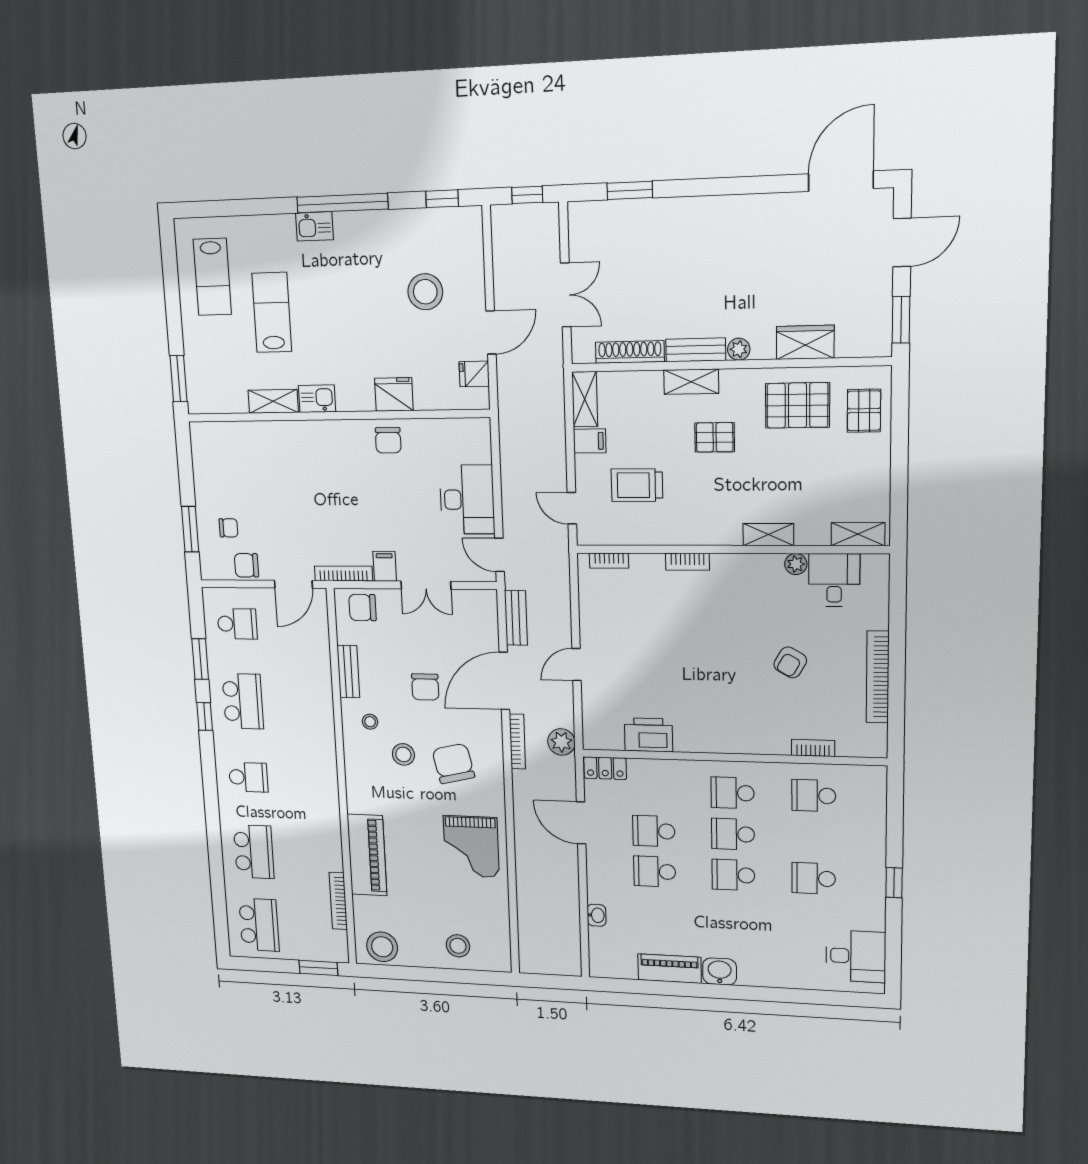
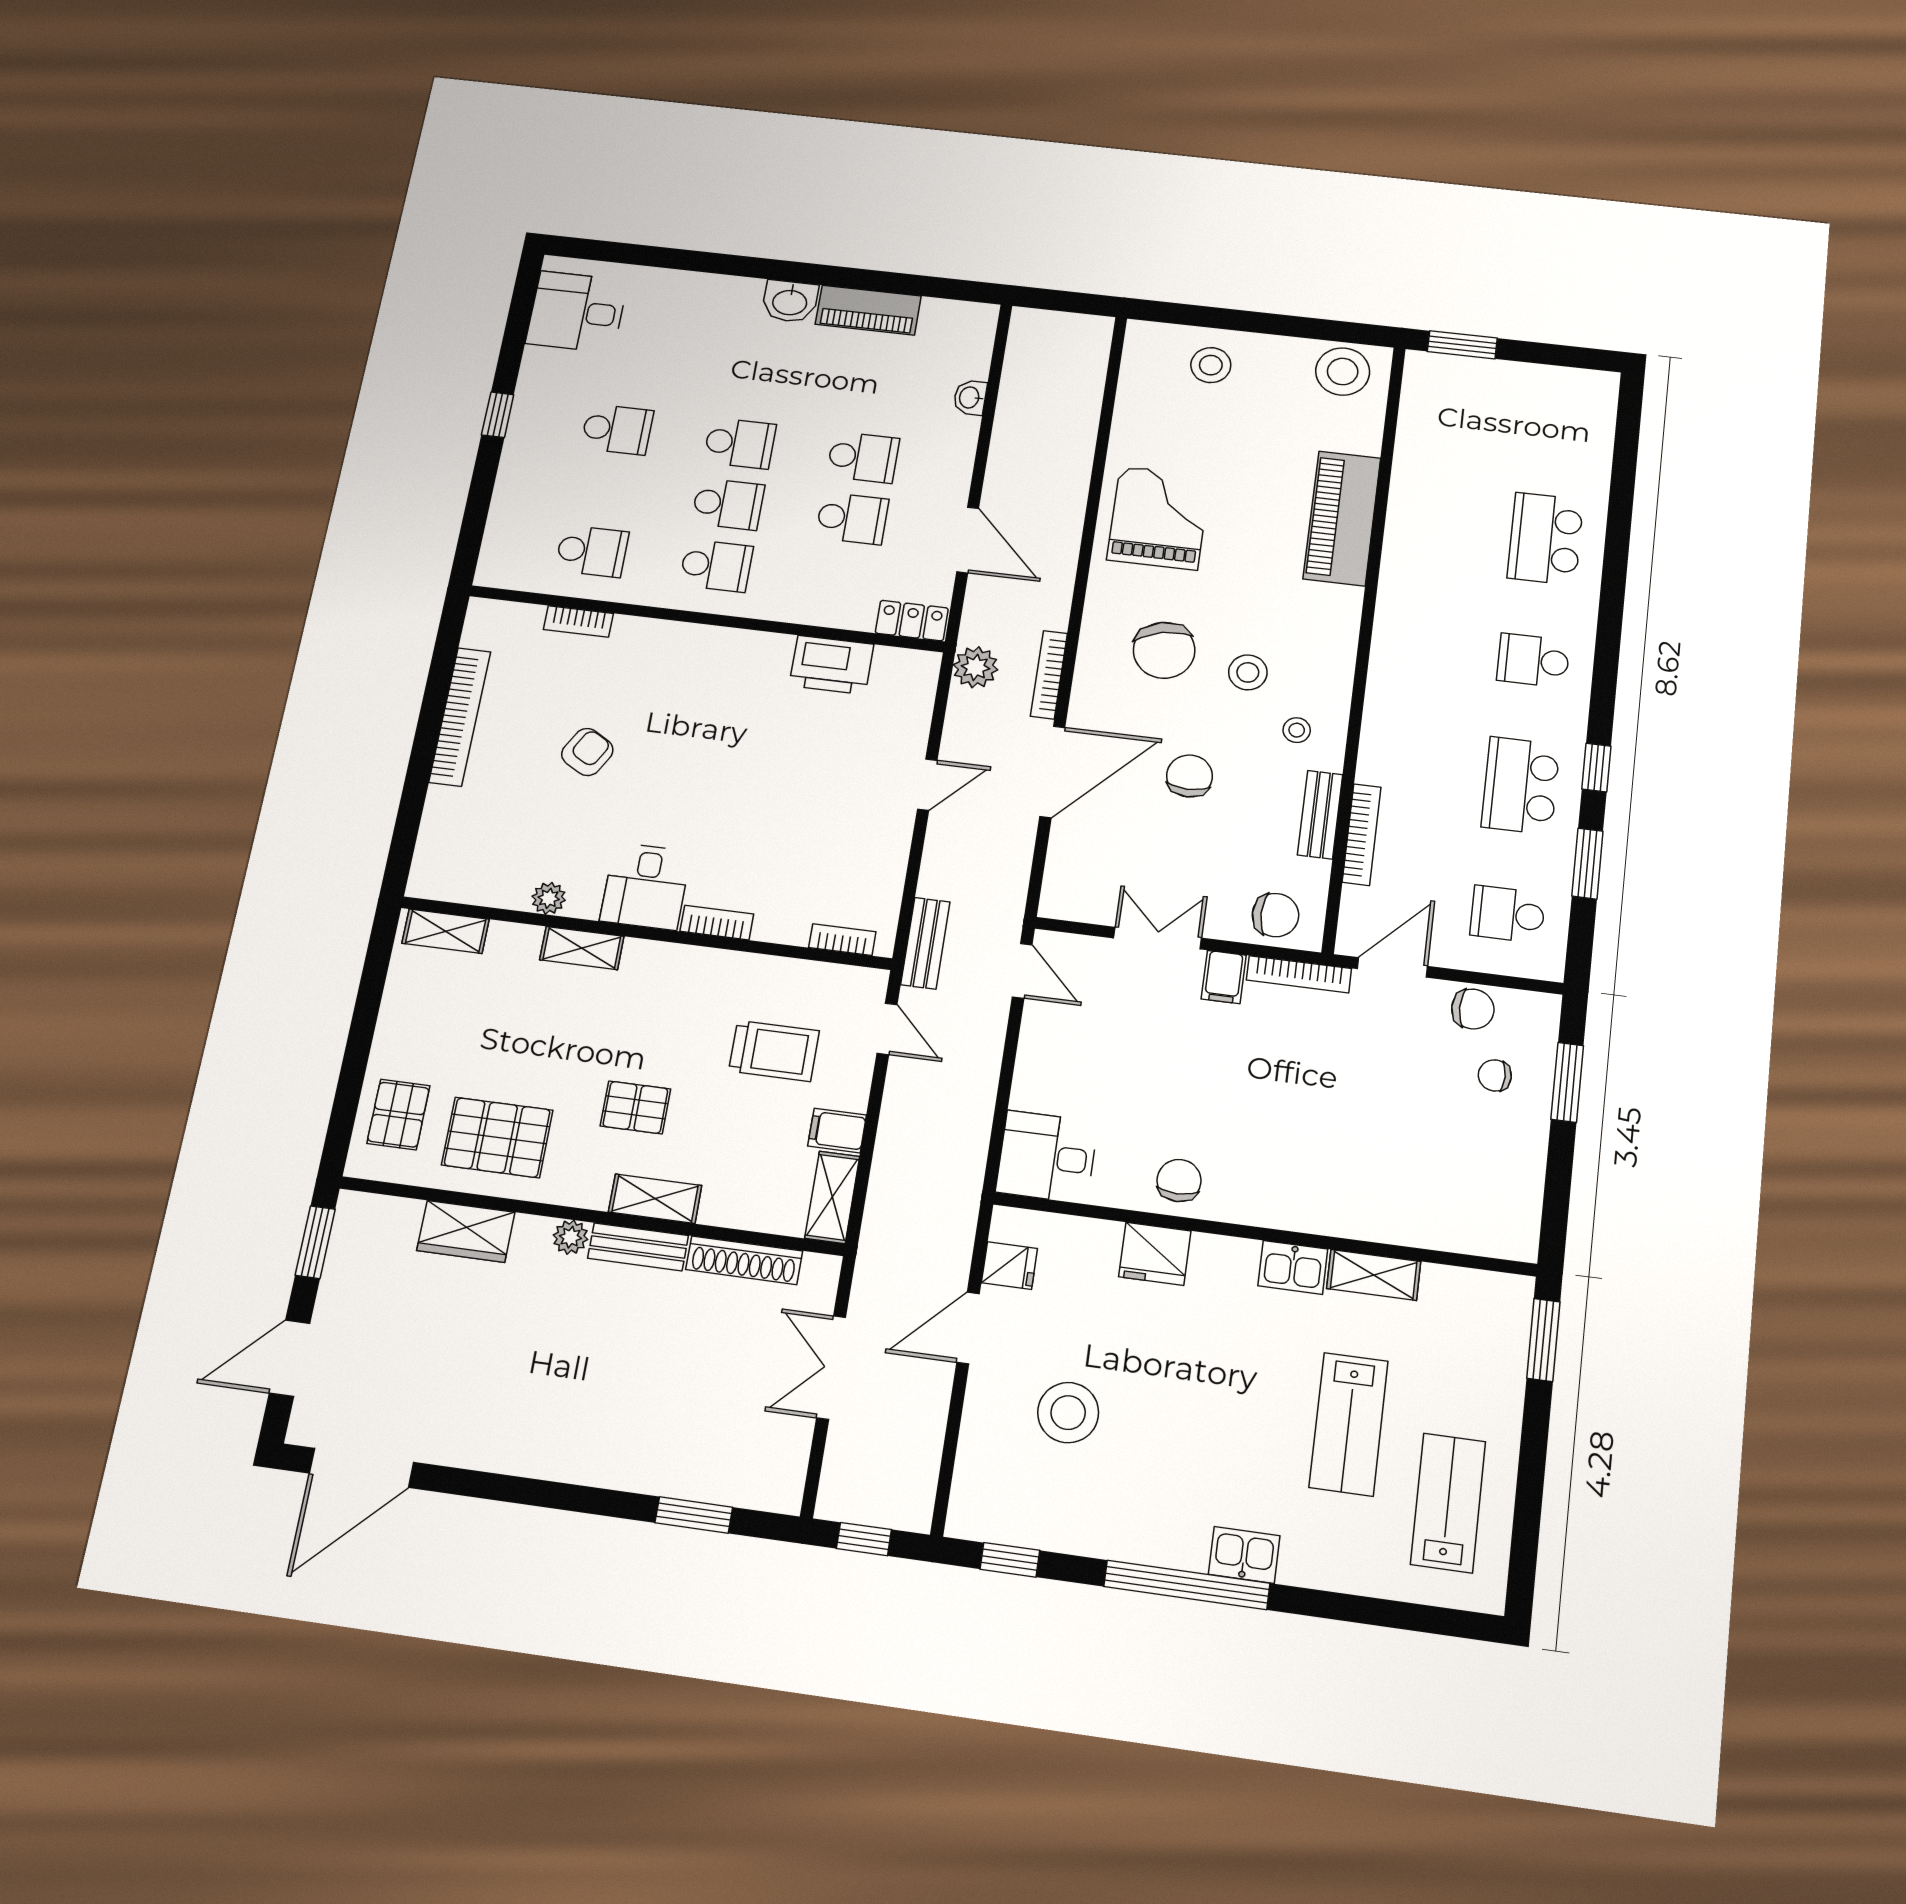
desk: (467, 500) -> (1047, 1157), moved, width x0.73
desk: (834, 580) -> (646, 886), moved
bench: (516, 618) -> (925, 943), moved
bookcase: (338, 901) -> (1362, 835), moved
school desk: (259, 925) -> (1557, 420), removed

